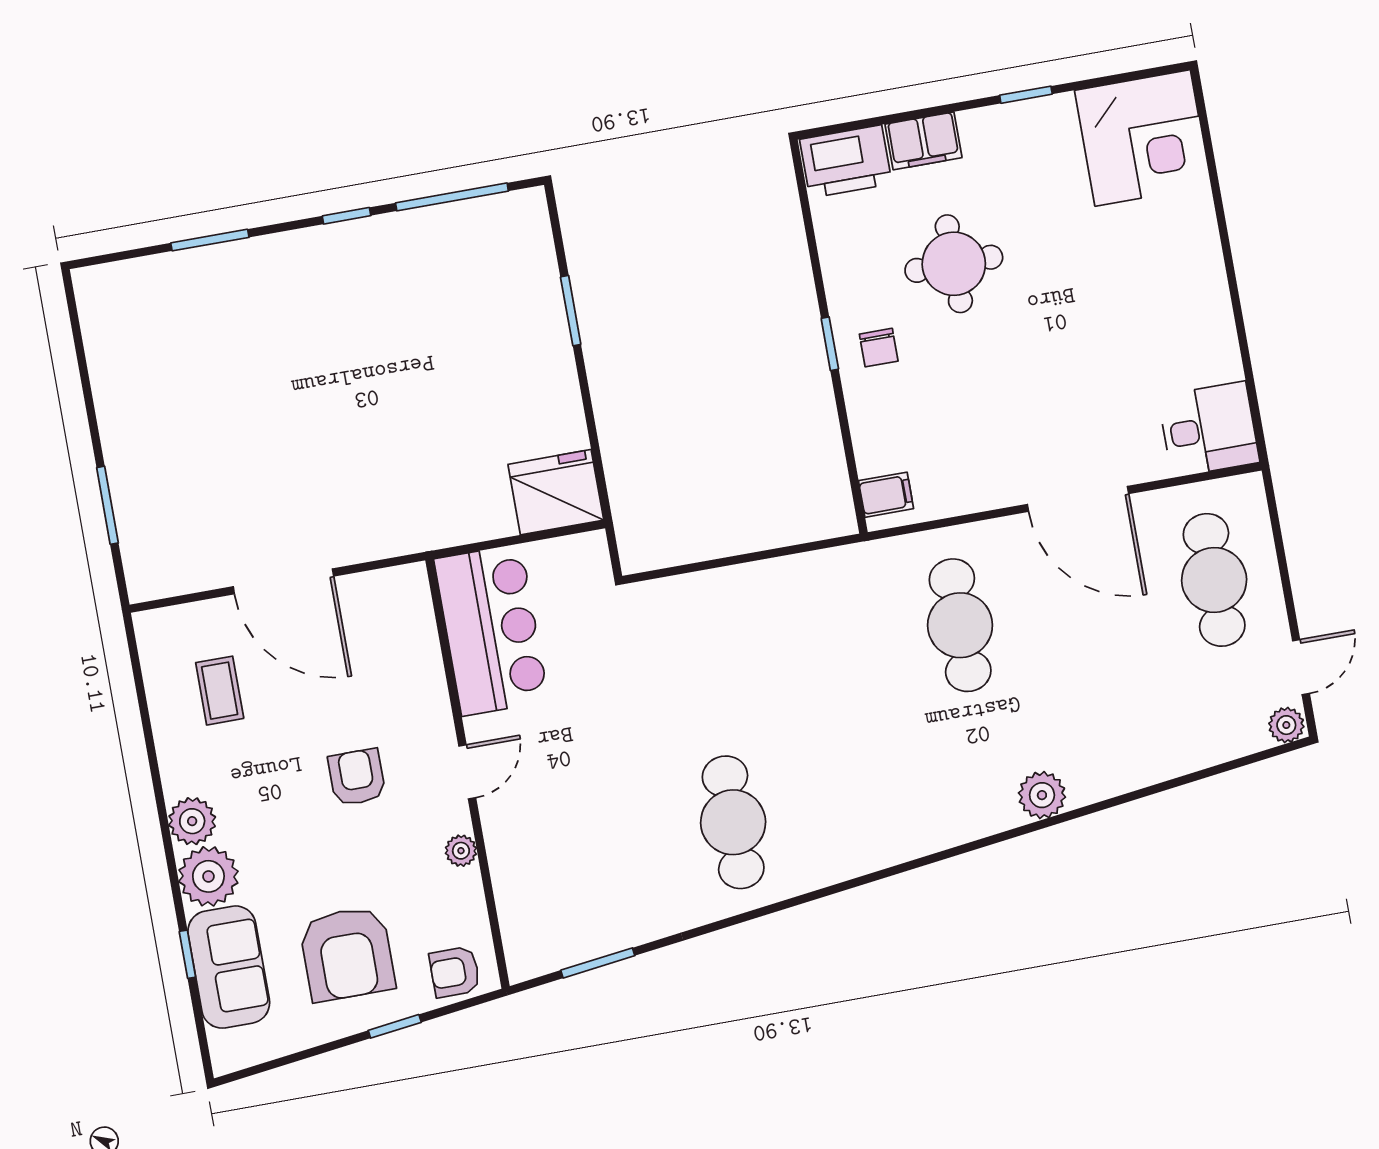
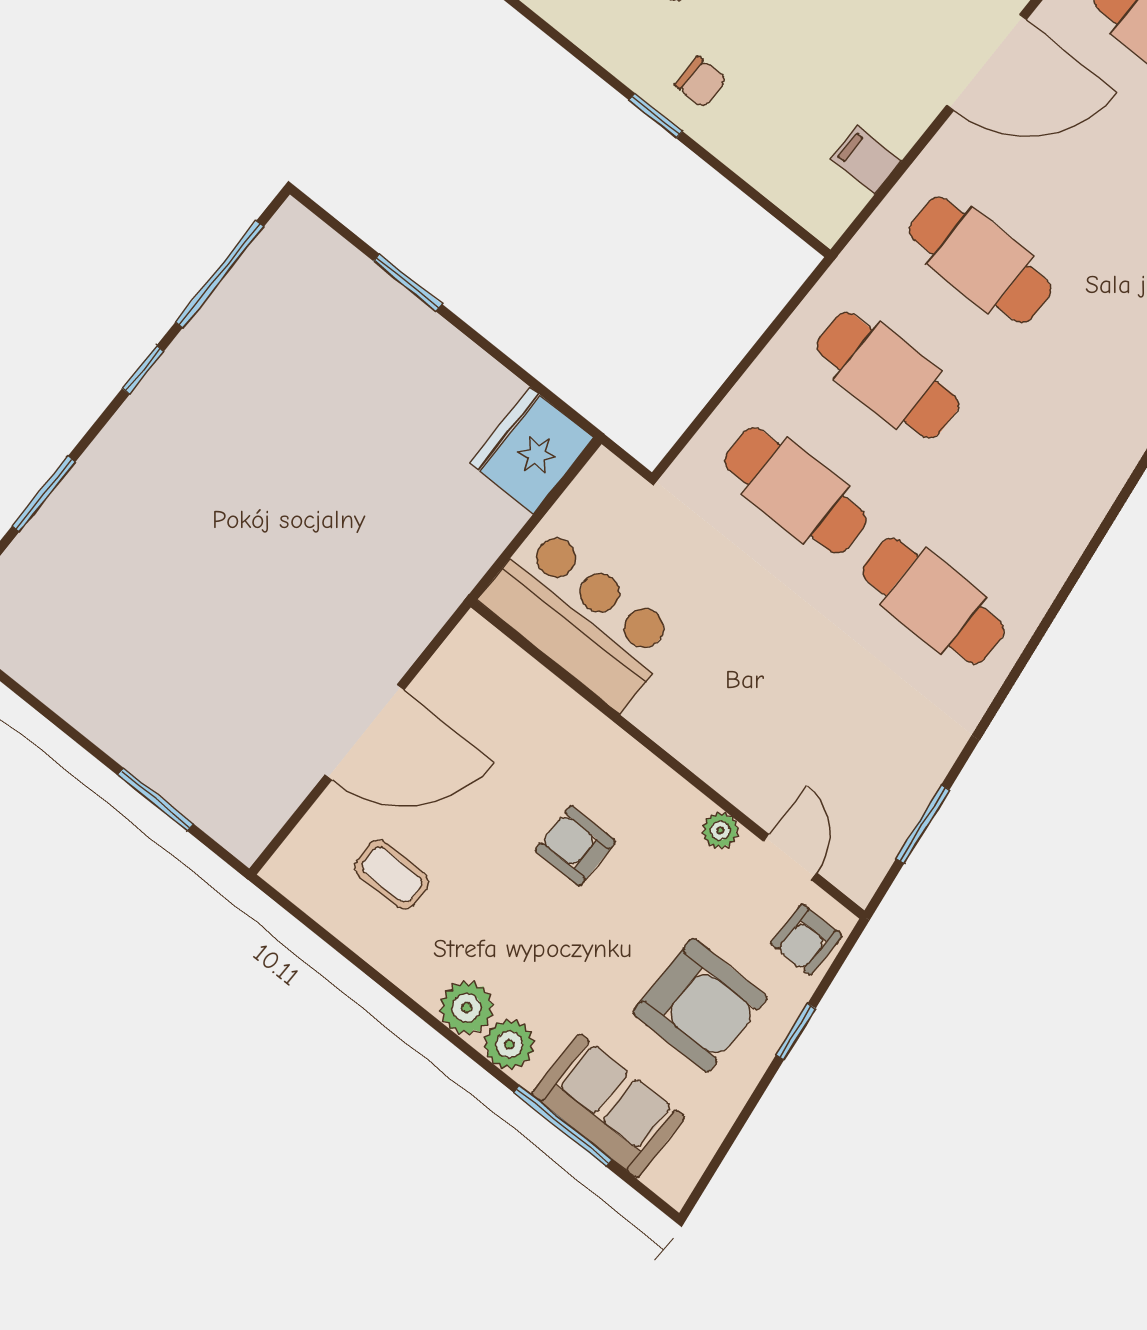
filing cabinet: (886, 495) -> (866, 160), moved, turned -90
cafe table: (833, 648) -> (888, 375), added
cafe table: (706, 670) -> (795, 490), added
door: (467, 772) -> (790, 857), moved
plant: (208, 876) -> (509, 1044), width x0.73, depth x0.73
window: (187, 954) -> (563, 1126), width x2.17

